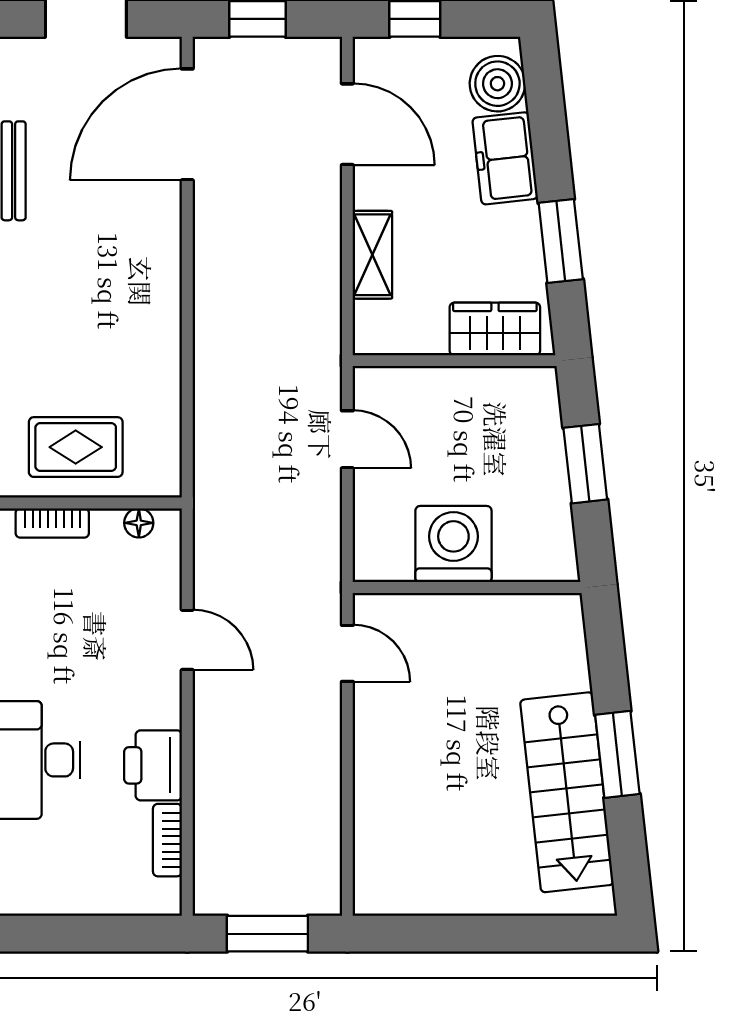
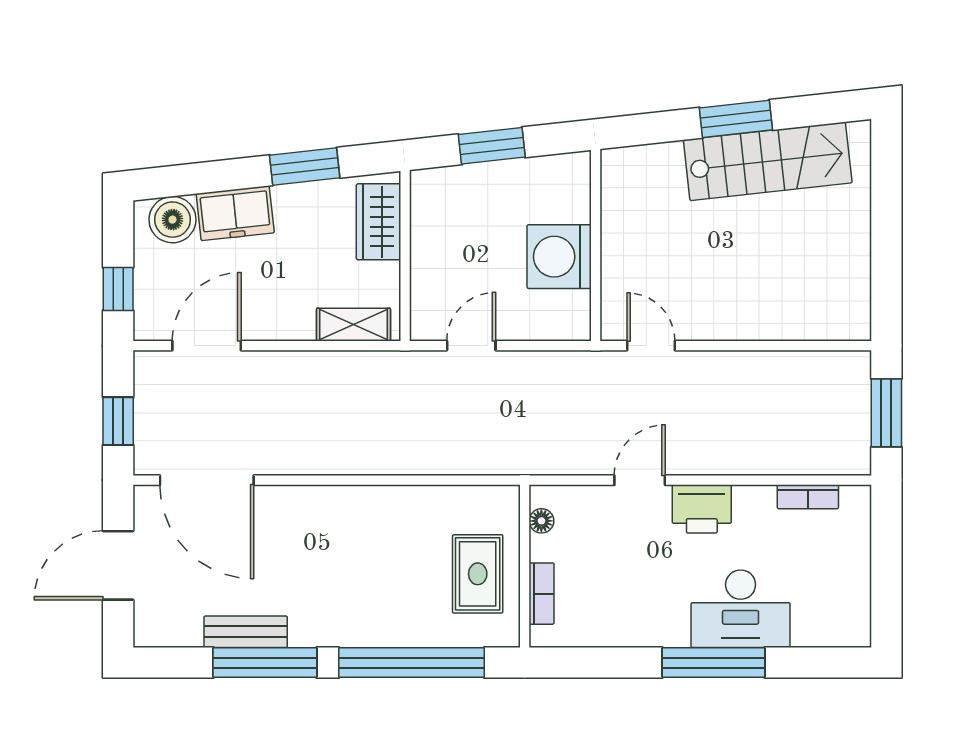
shelving: (372, 255) -> (353, 325), moved
door: (347, 653) -> (651, 346), hinge flipped
printer: (153, 765) -> (702, 509), moved

